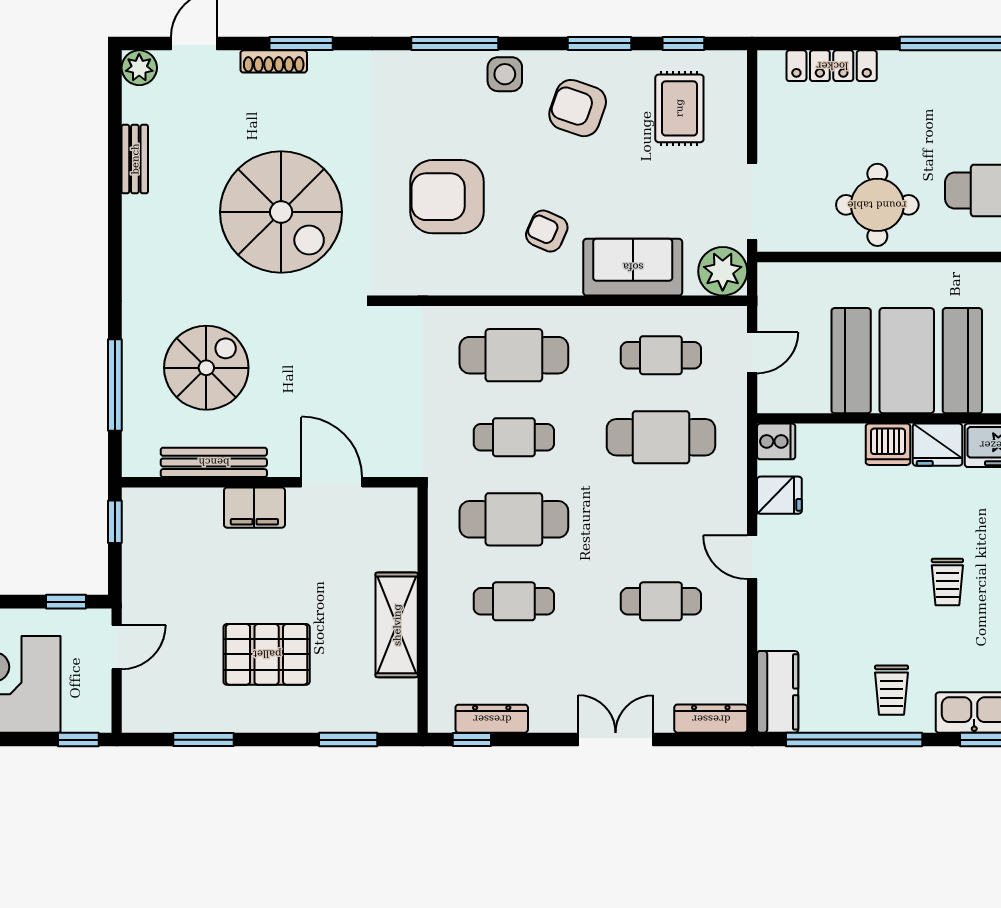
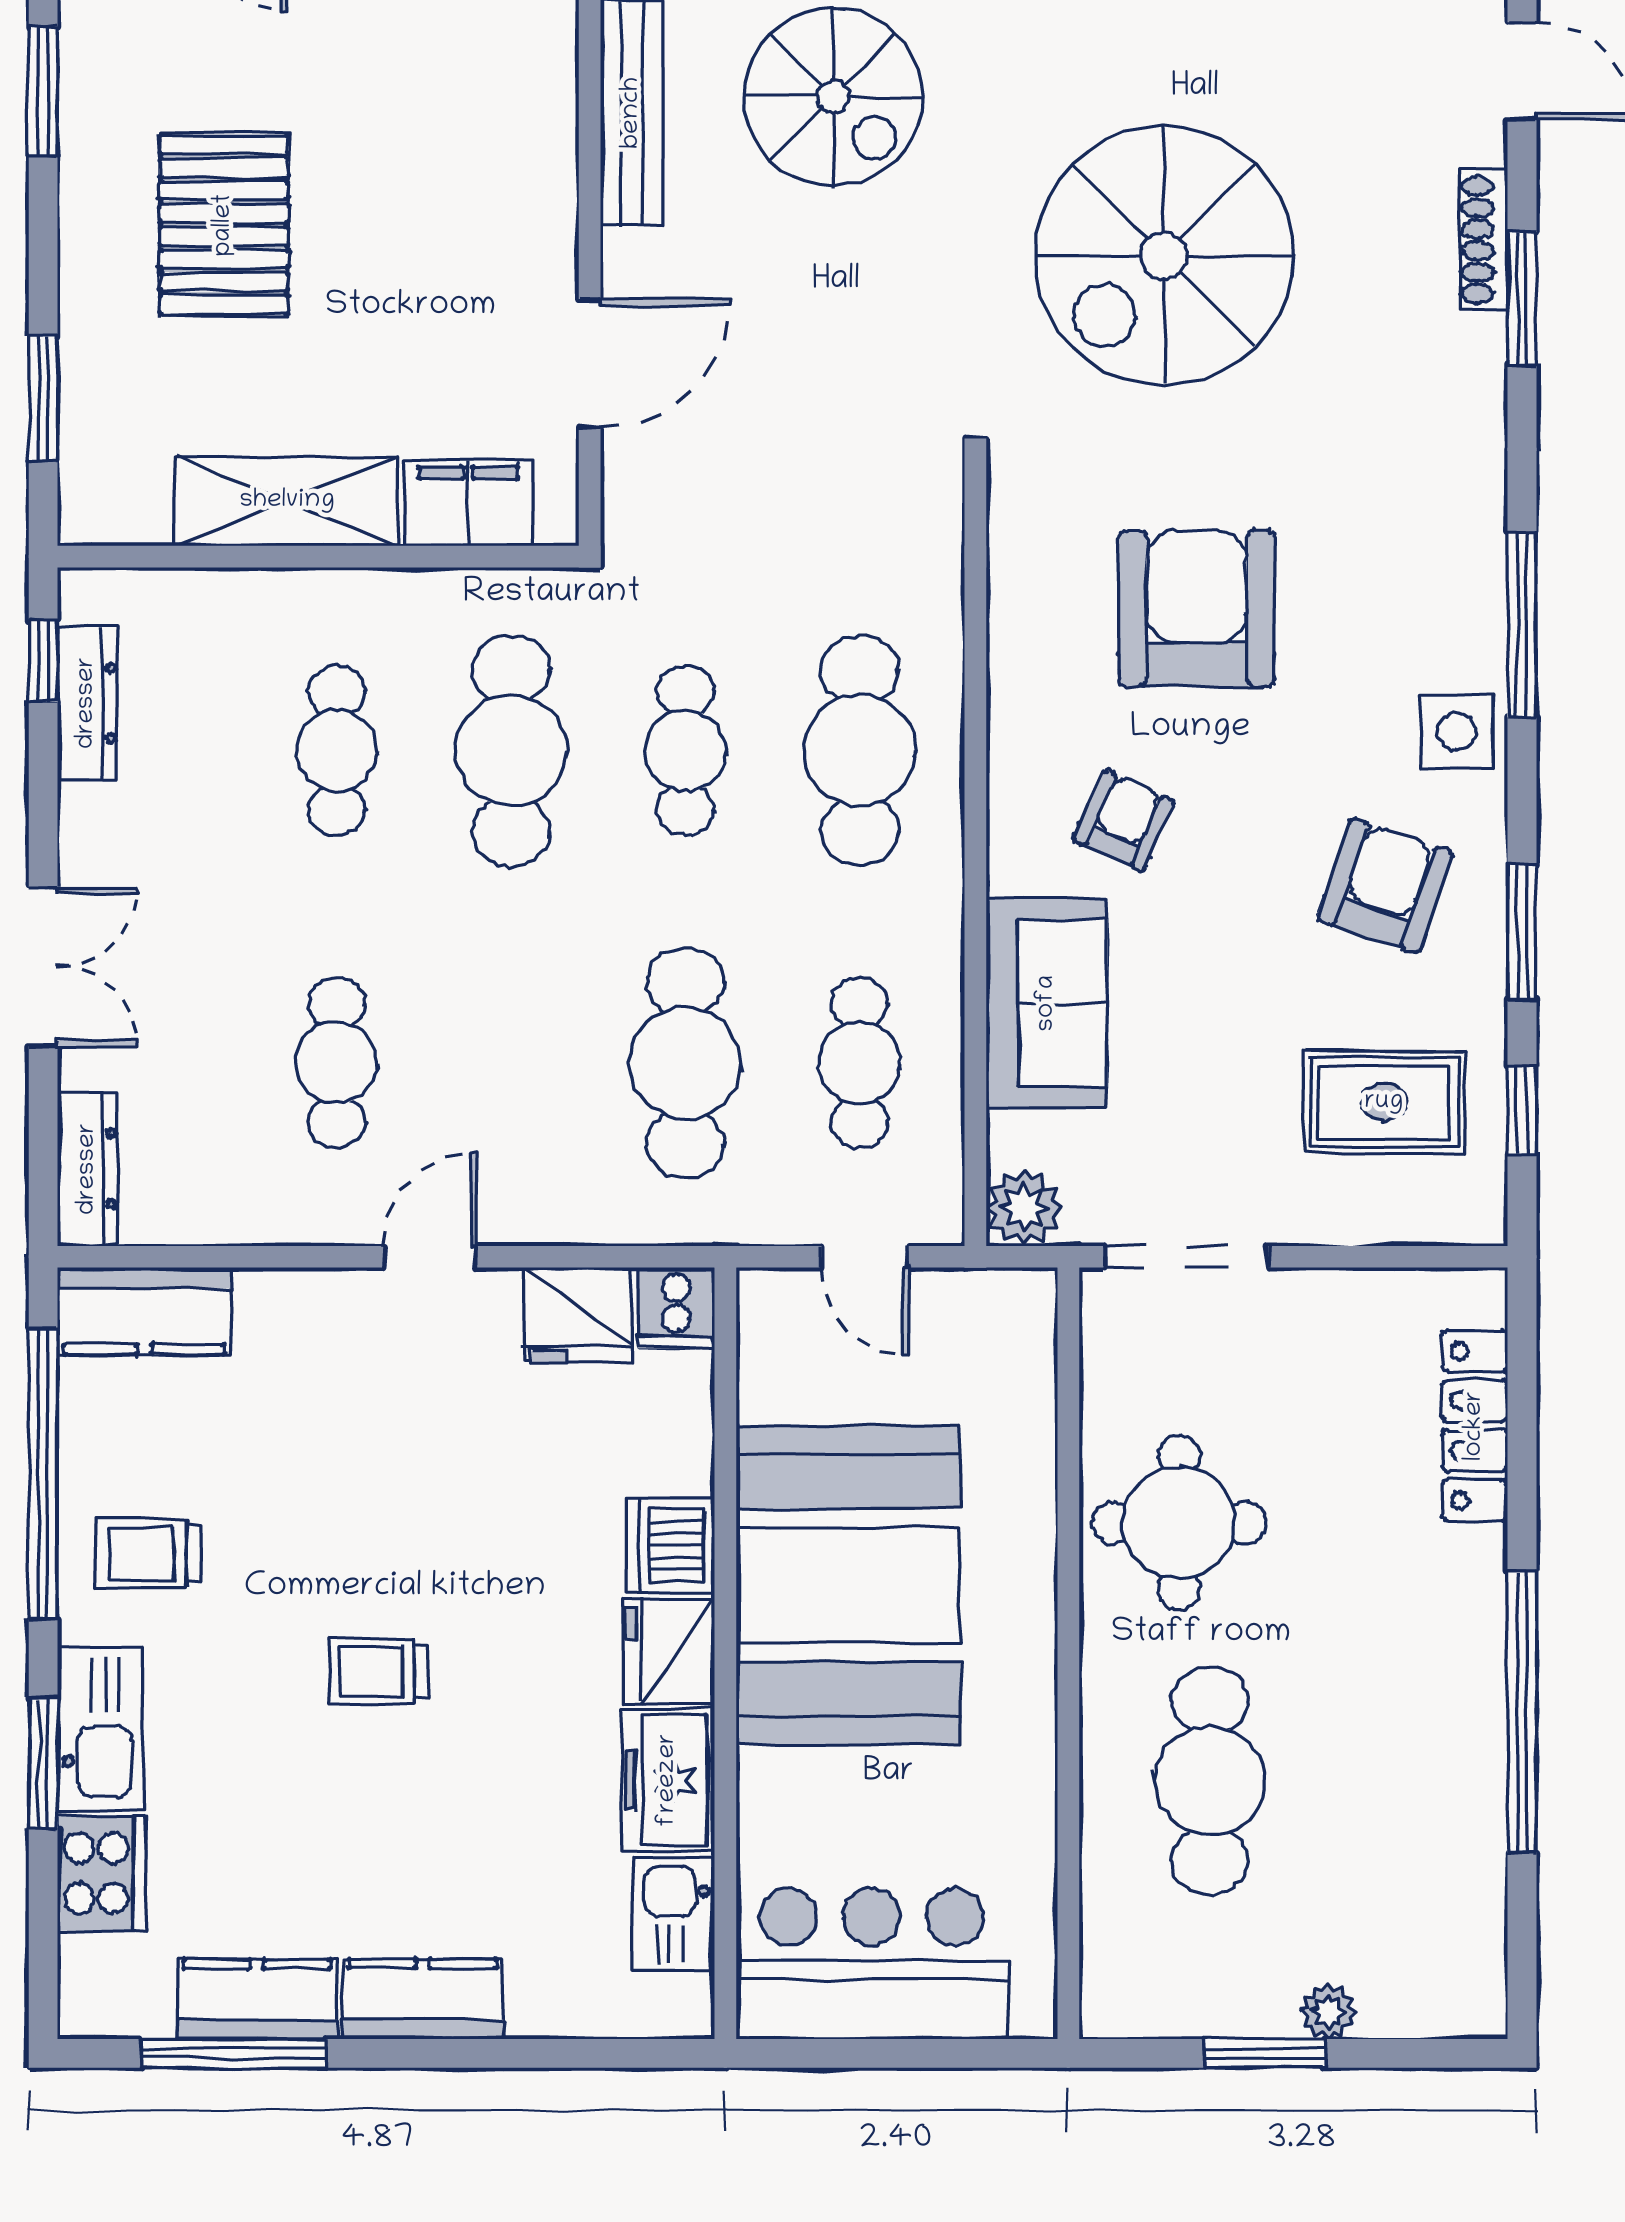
plant: (723, 271) -> (1024, 1208), width x0.73, depth x0.73
fridge: (779, 495) -> (578, 1315), width x1.38
filing cabinet: (254, 508) -> (468, 503), moved, turned 90

